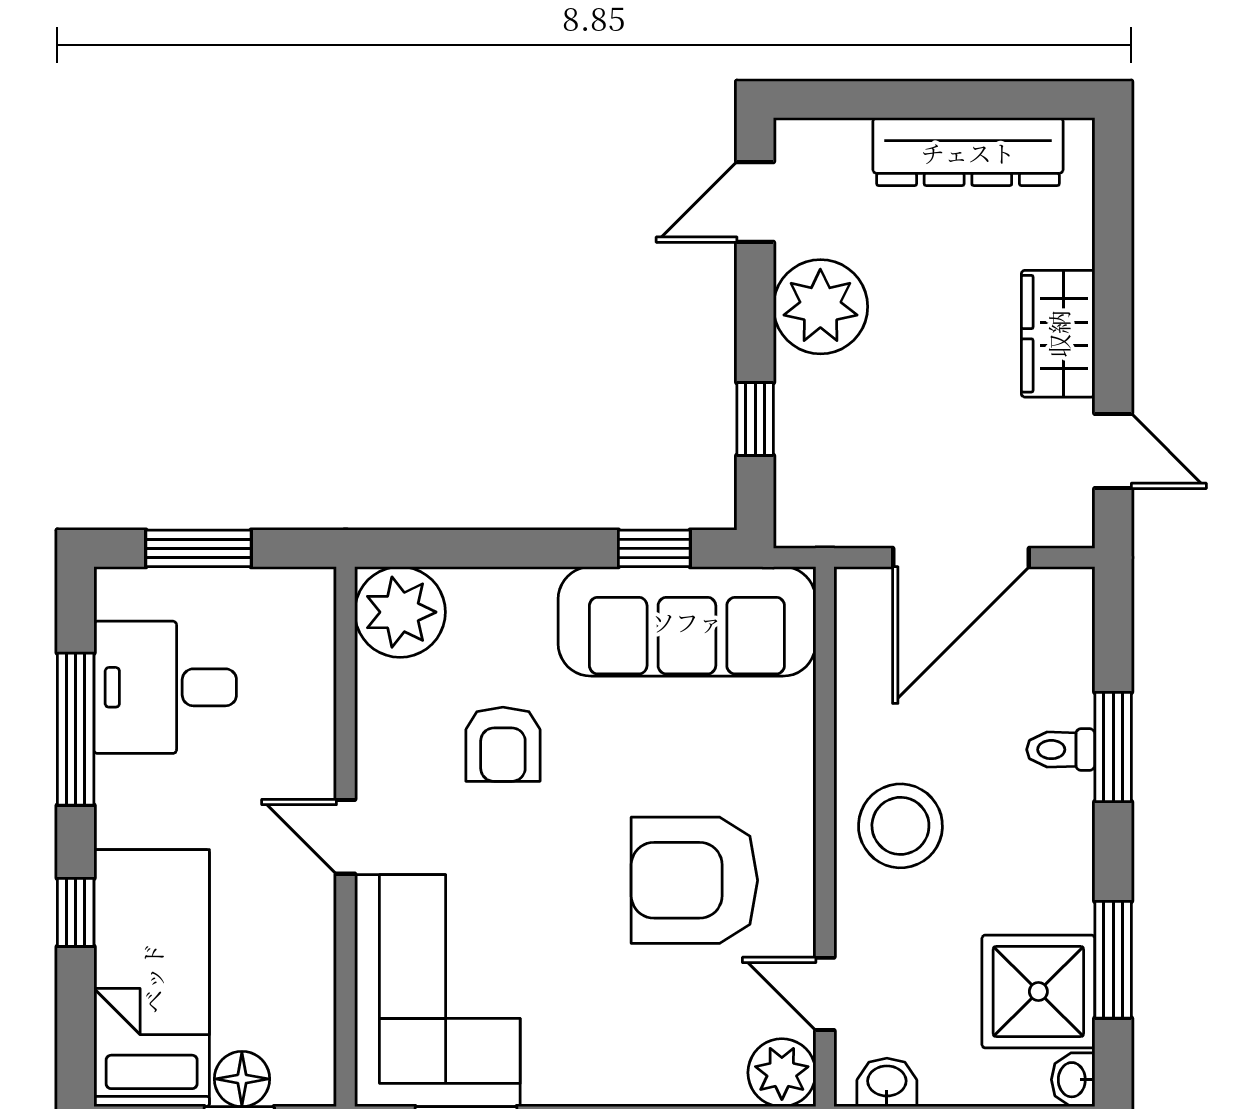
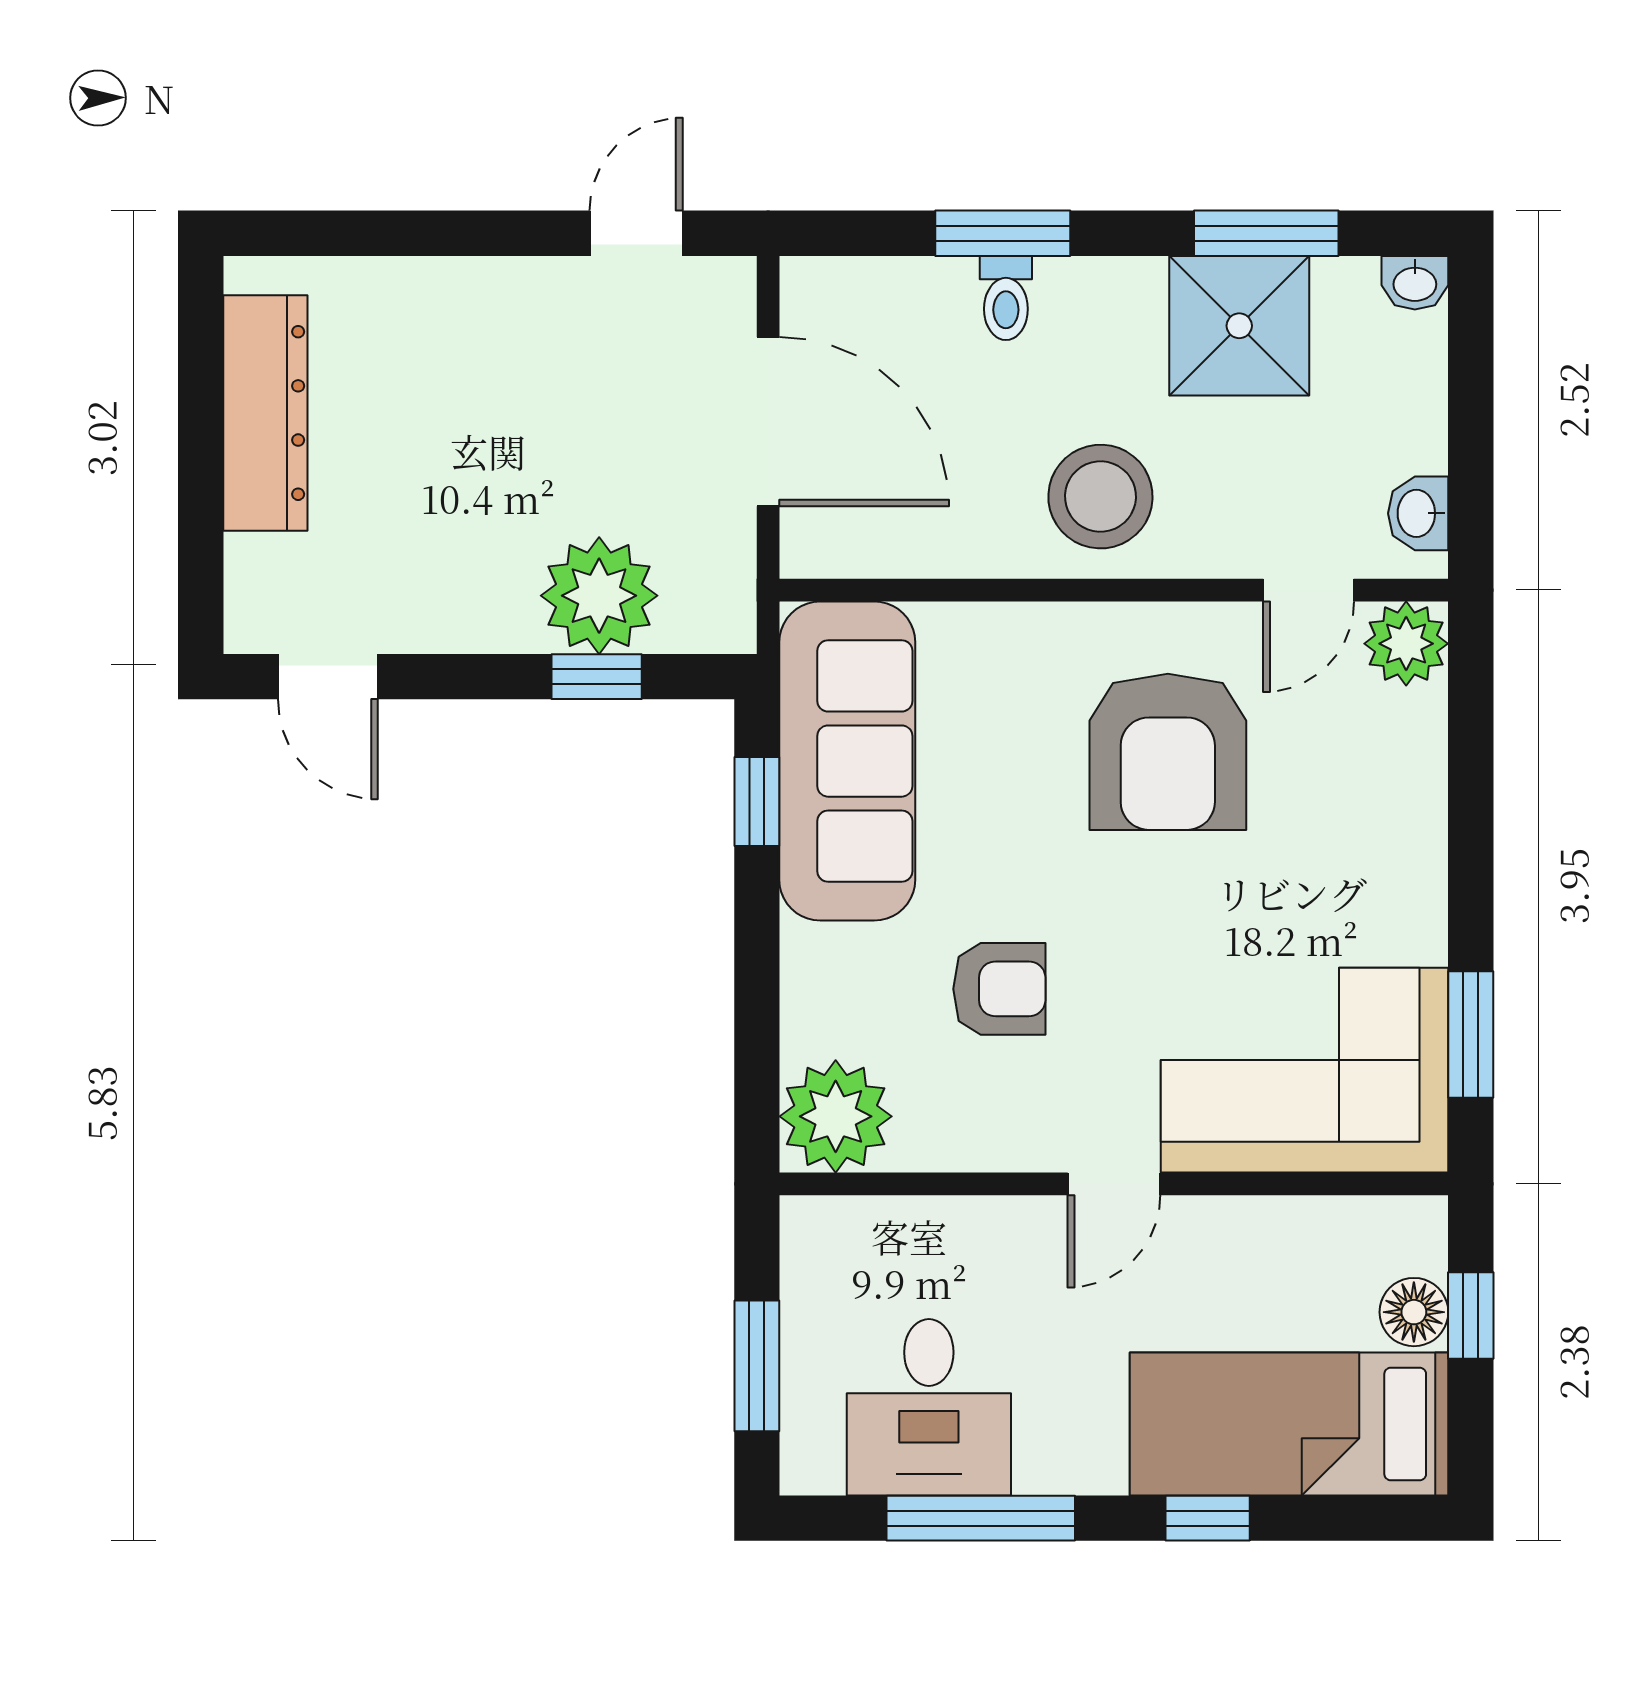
plant: (820, 307) -> (599, 596), moved
wardrobe: (1058, 334) -> (491, 301), removed
shower: (1038, 991) -> (1239, 326), moved

